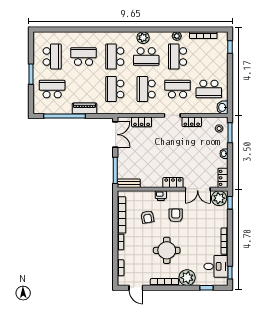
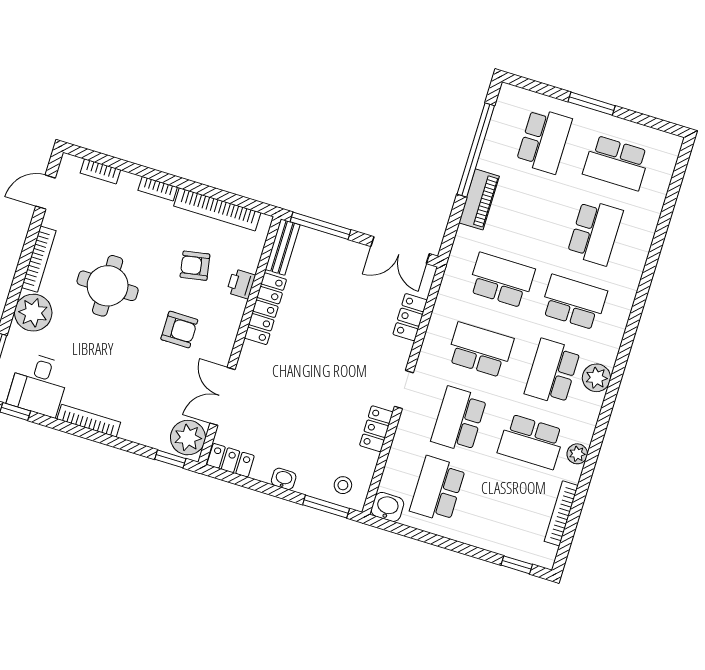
school desk: (178, 56) -> (531, 442), turned 180
school desk: (178, 89) -> (459, 419), turned 180
locker: (173, 183) -> (265, 309), moved, width x1.53
printer: (161, 196) -> (241, 284), moved

